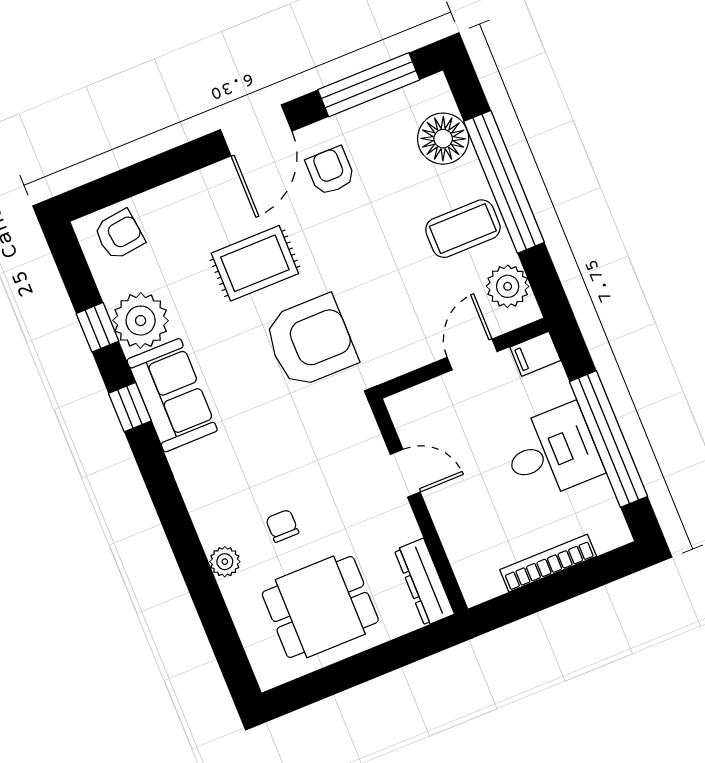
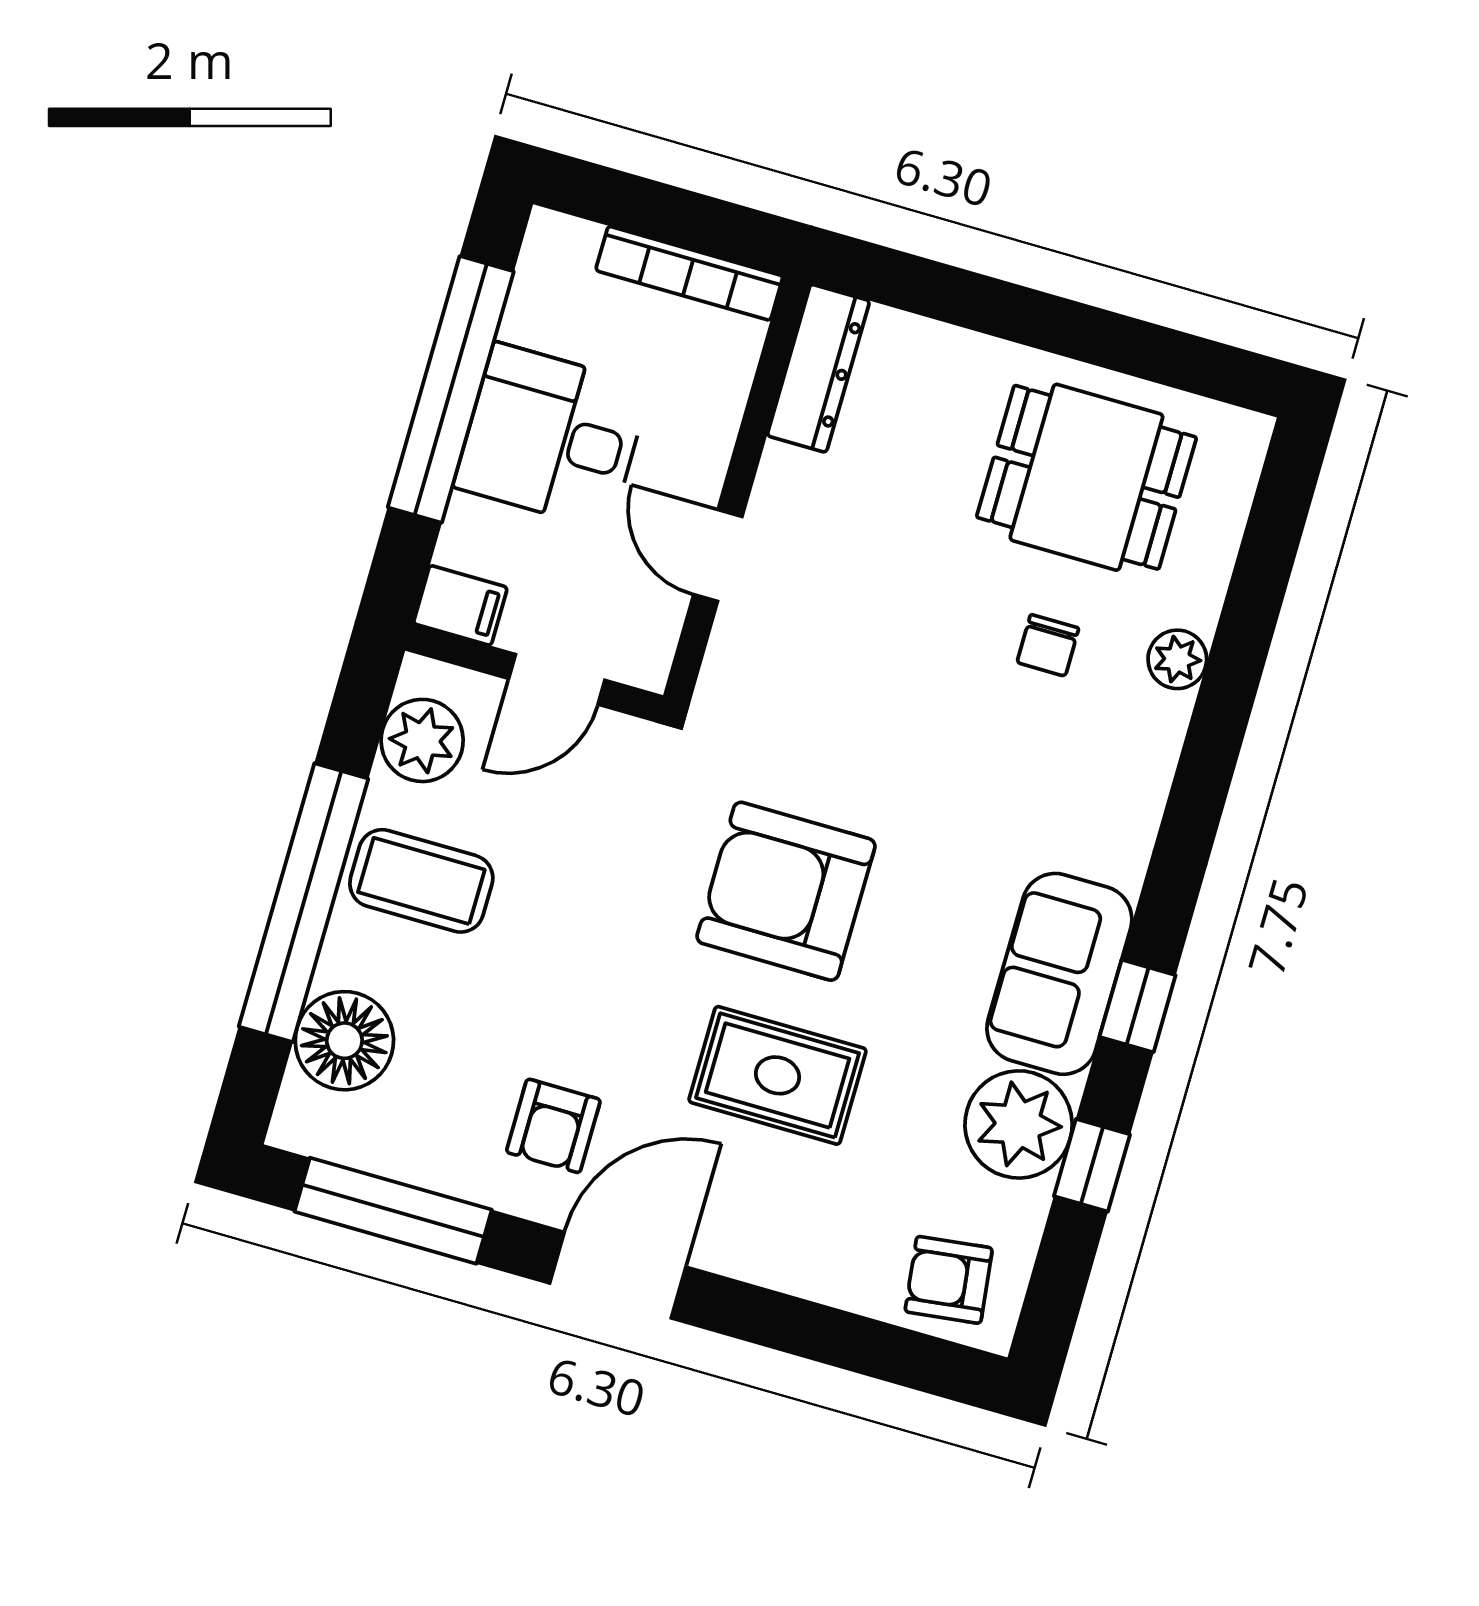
door: (405, 473) -> (718, 556), moved
wall: (419, 506) -> (737, 489), moved
dresser: (424, 582) -> (818, 368), moved

